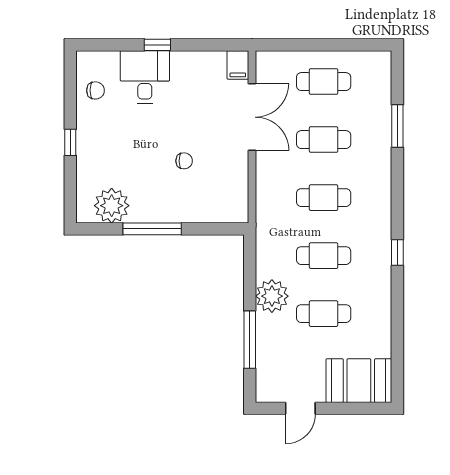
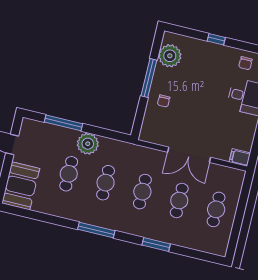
double door: (252, 117) -> (189, 155), moved
window: (397, 126) -> (156, 245), moved
chair: (184, 161) -> (164, 101), moved
window: (397, 252) -> (96, 230), width x2.17

